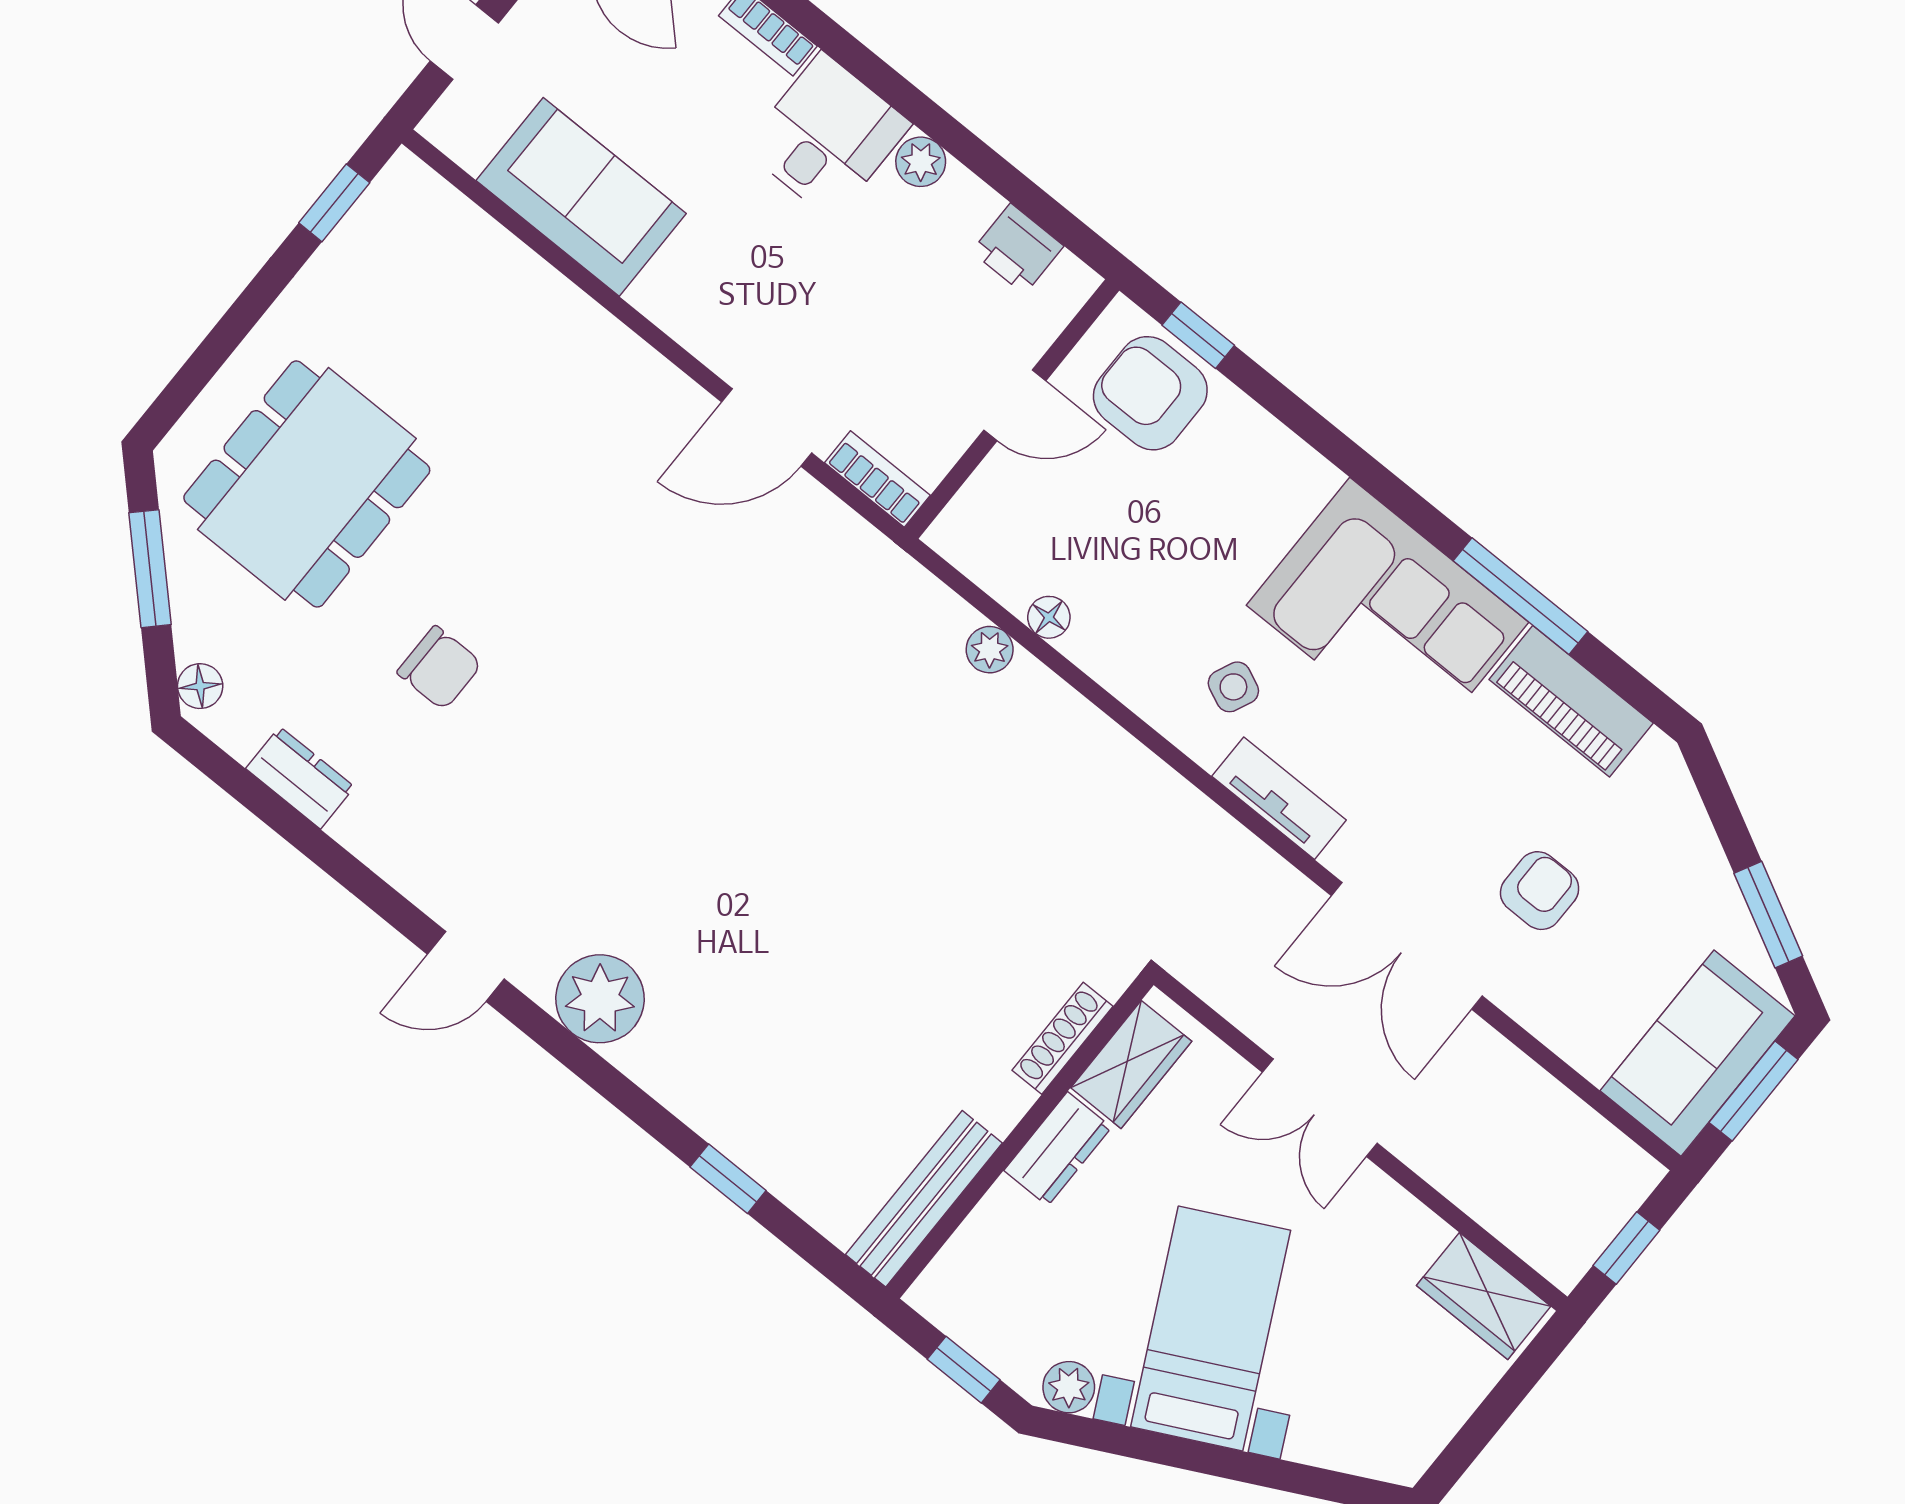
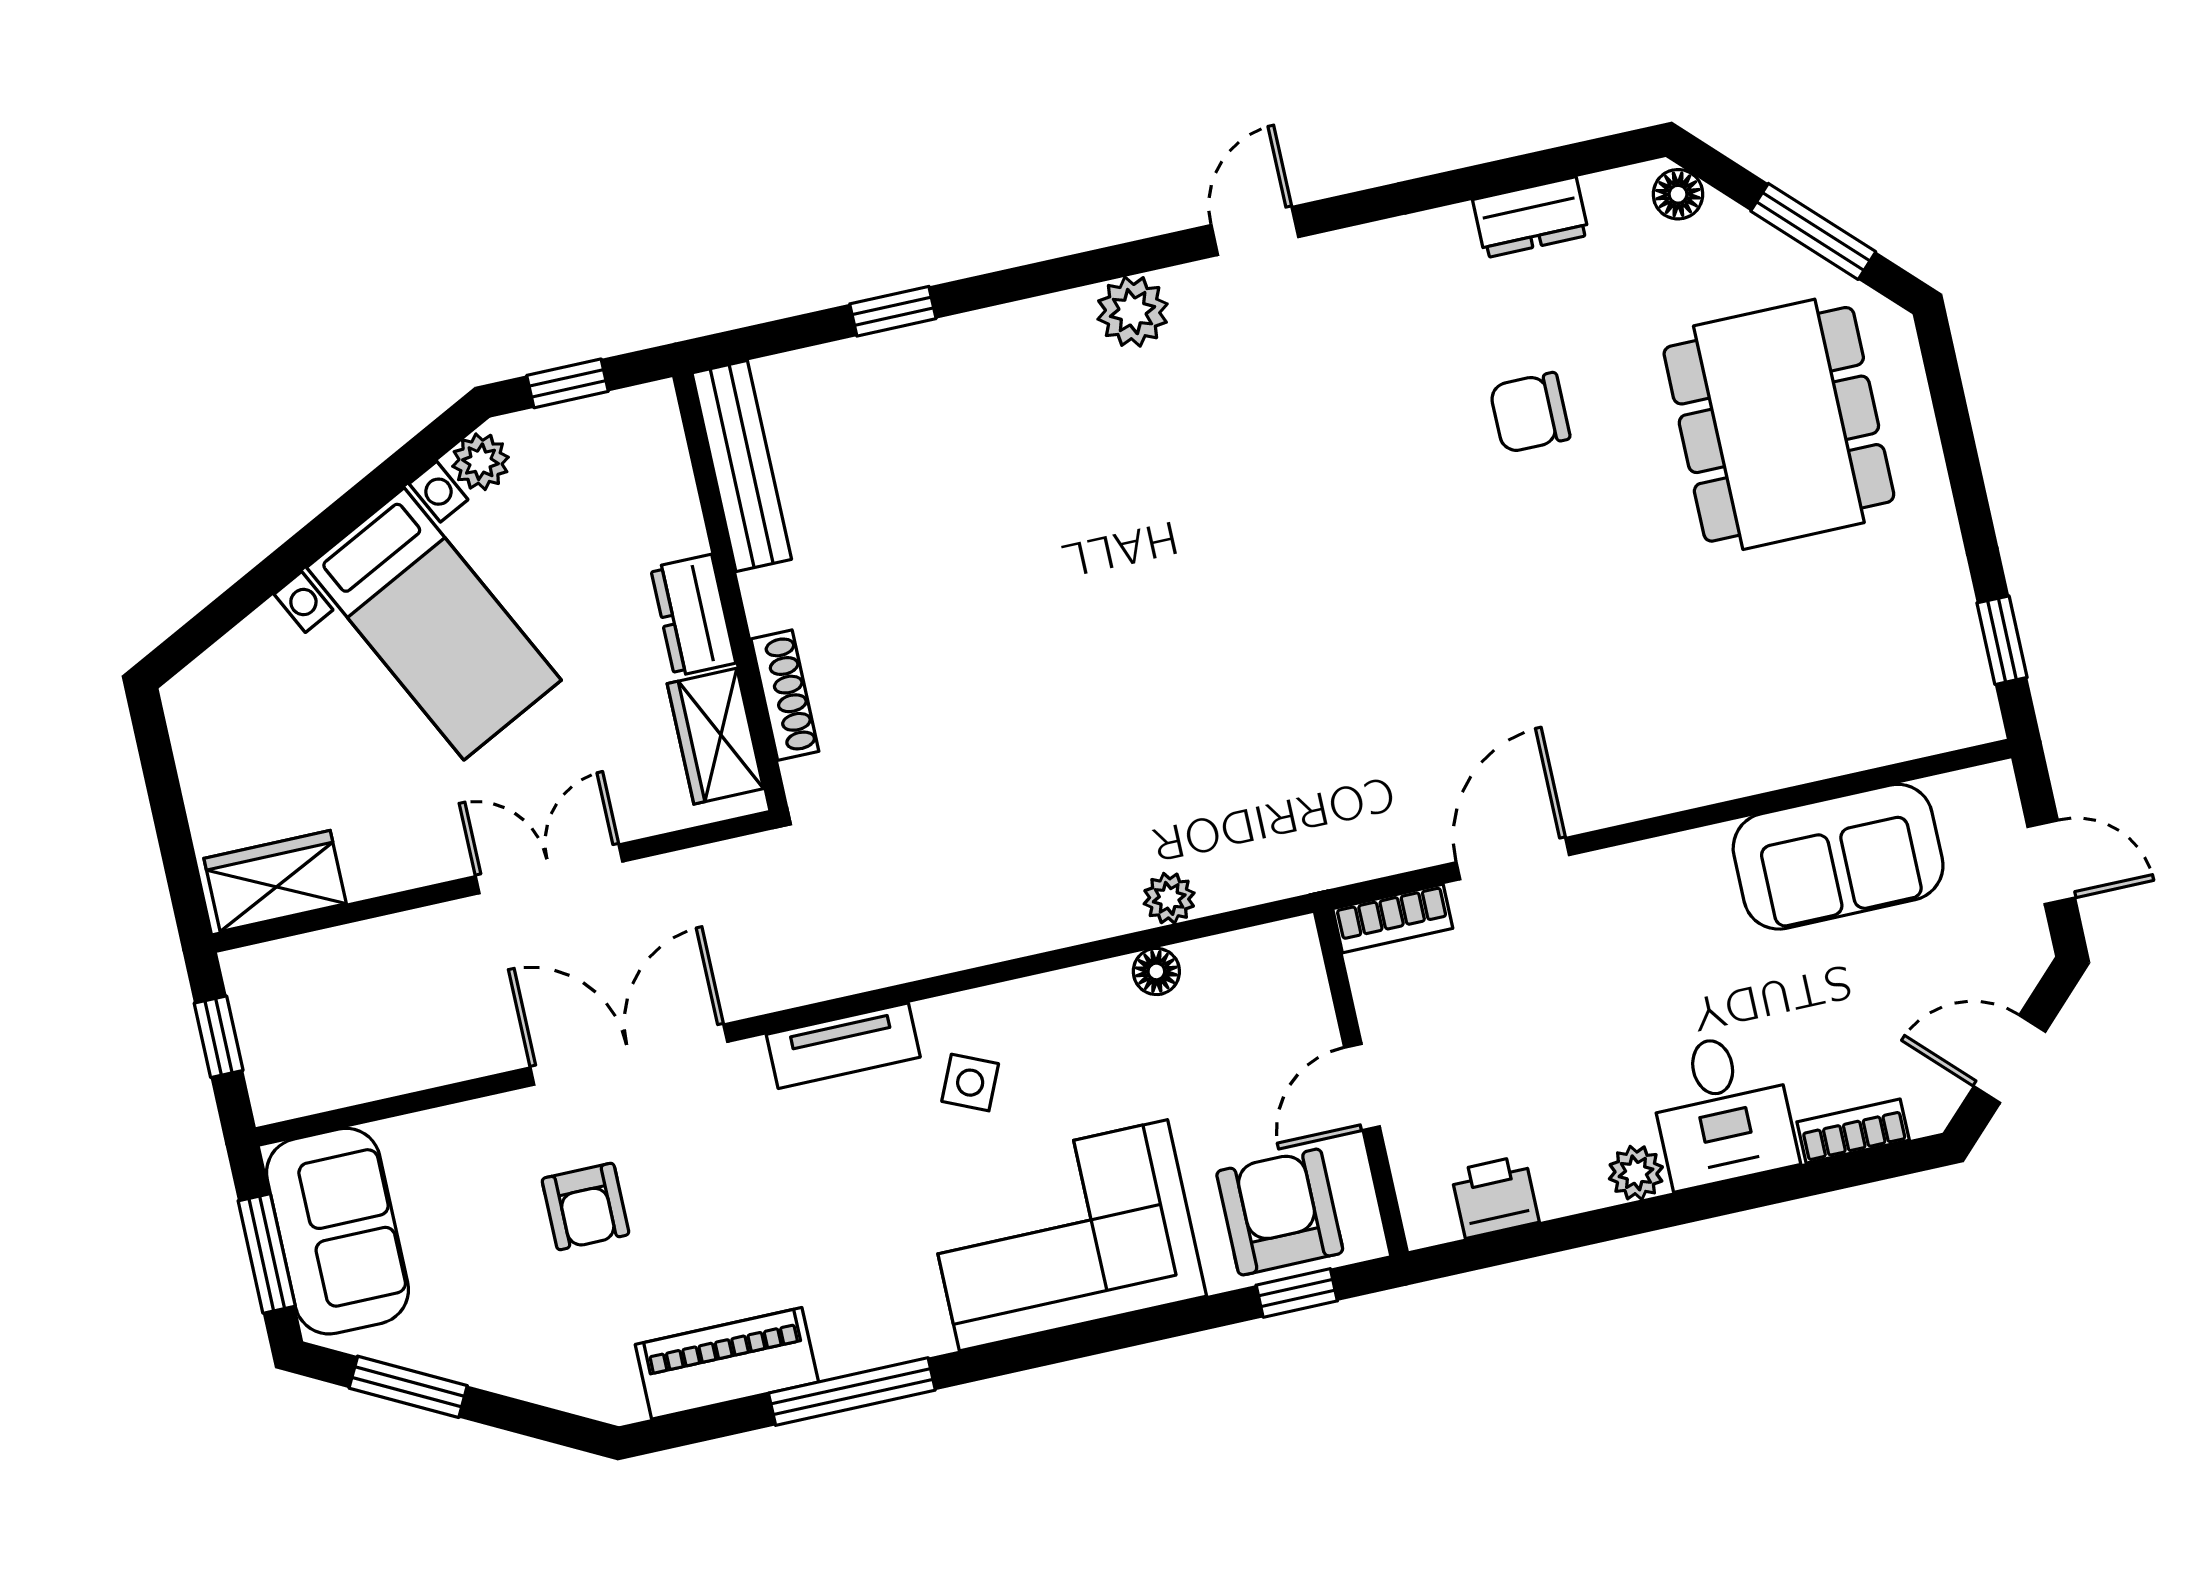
armchair: (1150, 393) -> (1280, 1212), turned -90
corner sofa: (1388, 614) -> (1063, 1235), moved
plant: (600, 999) -> (1133, 312), width x0.73, depth x0.73

